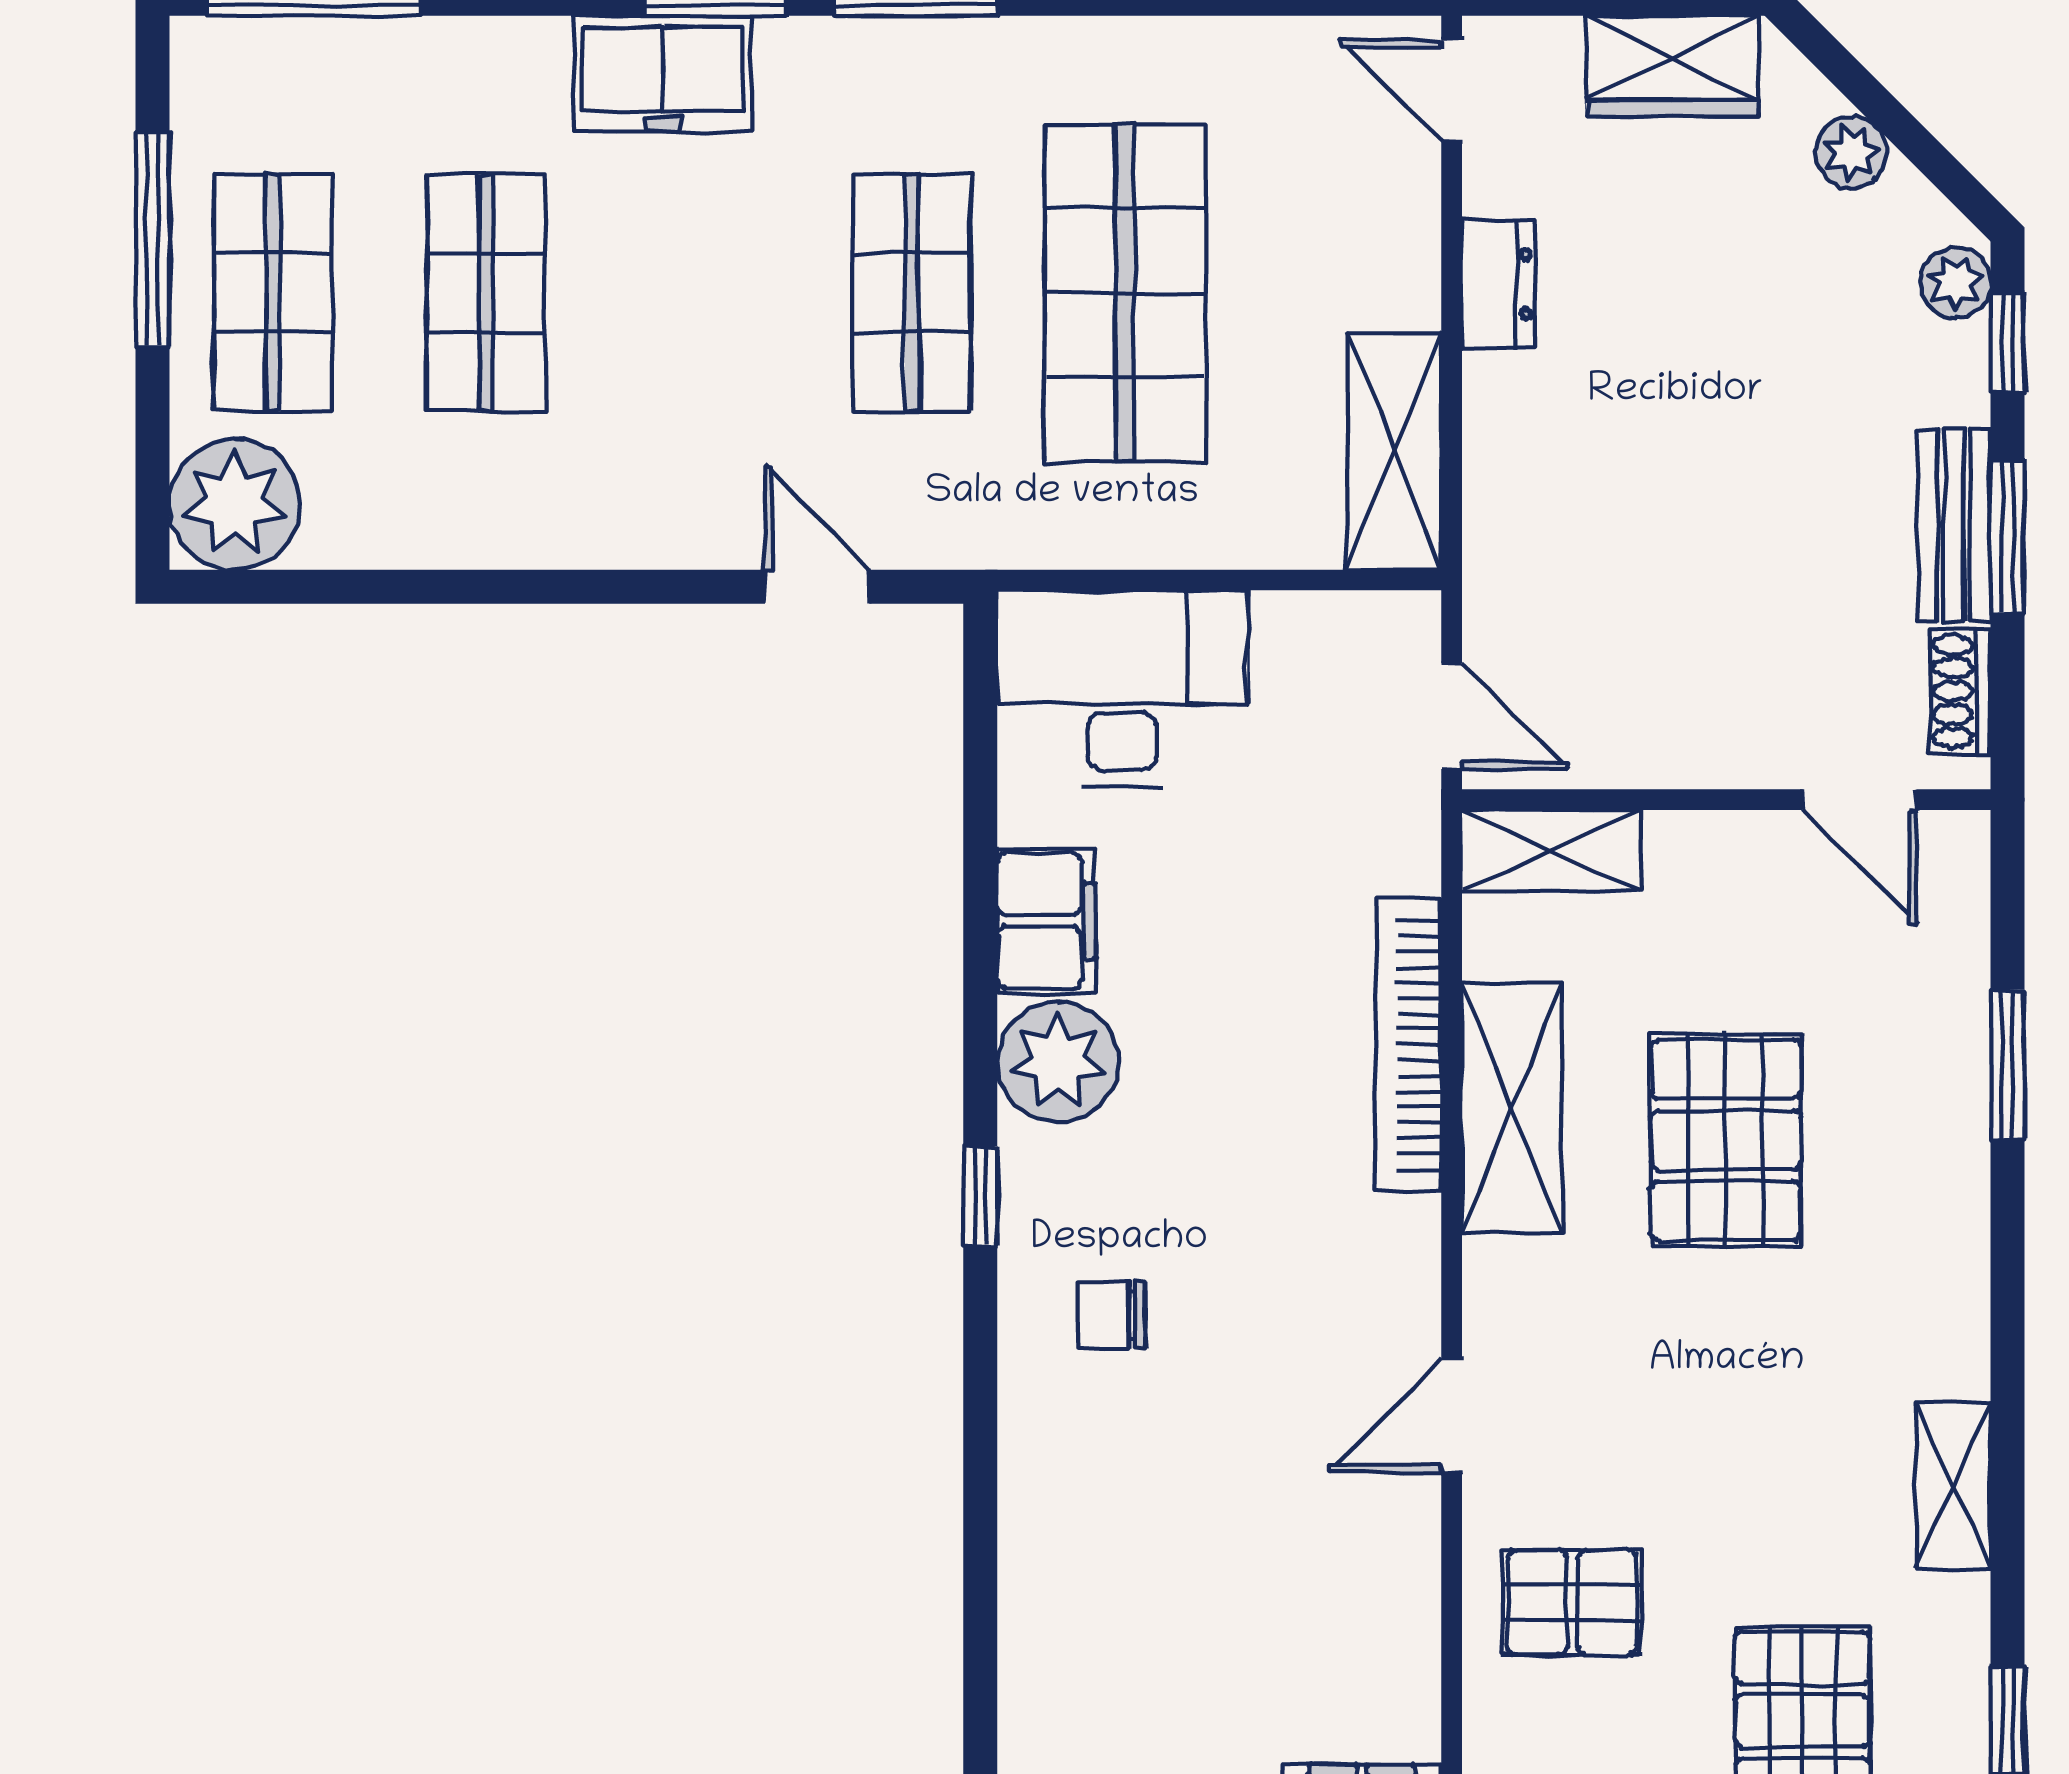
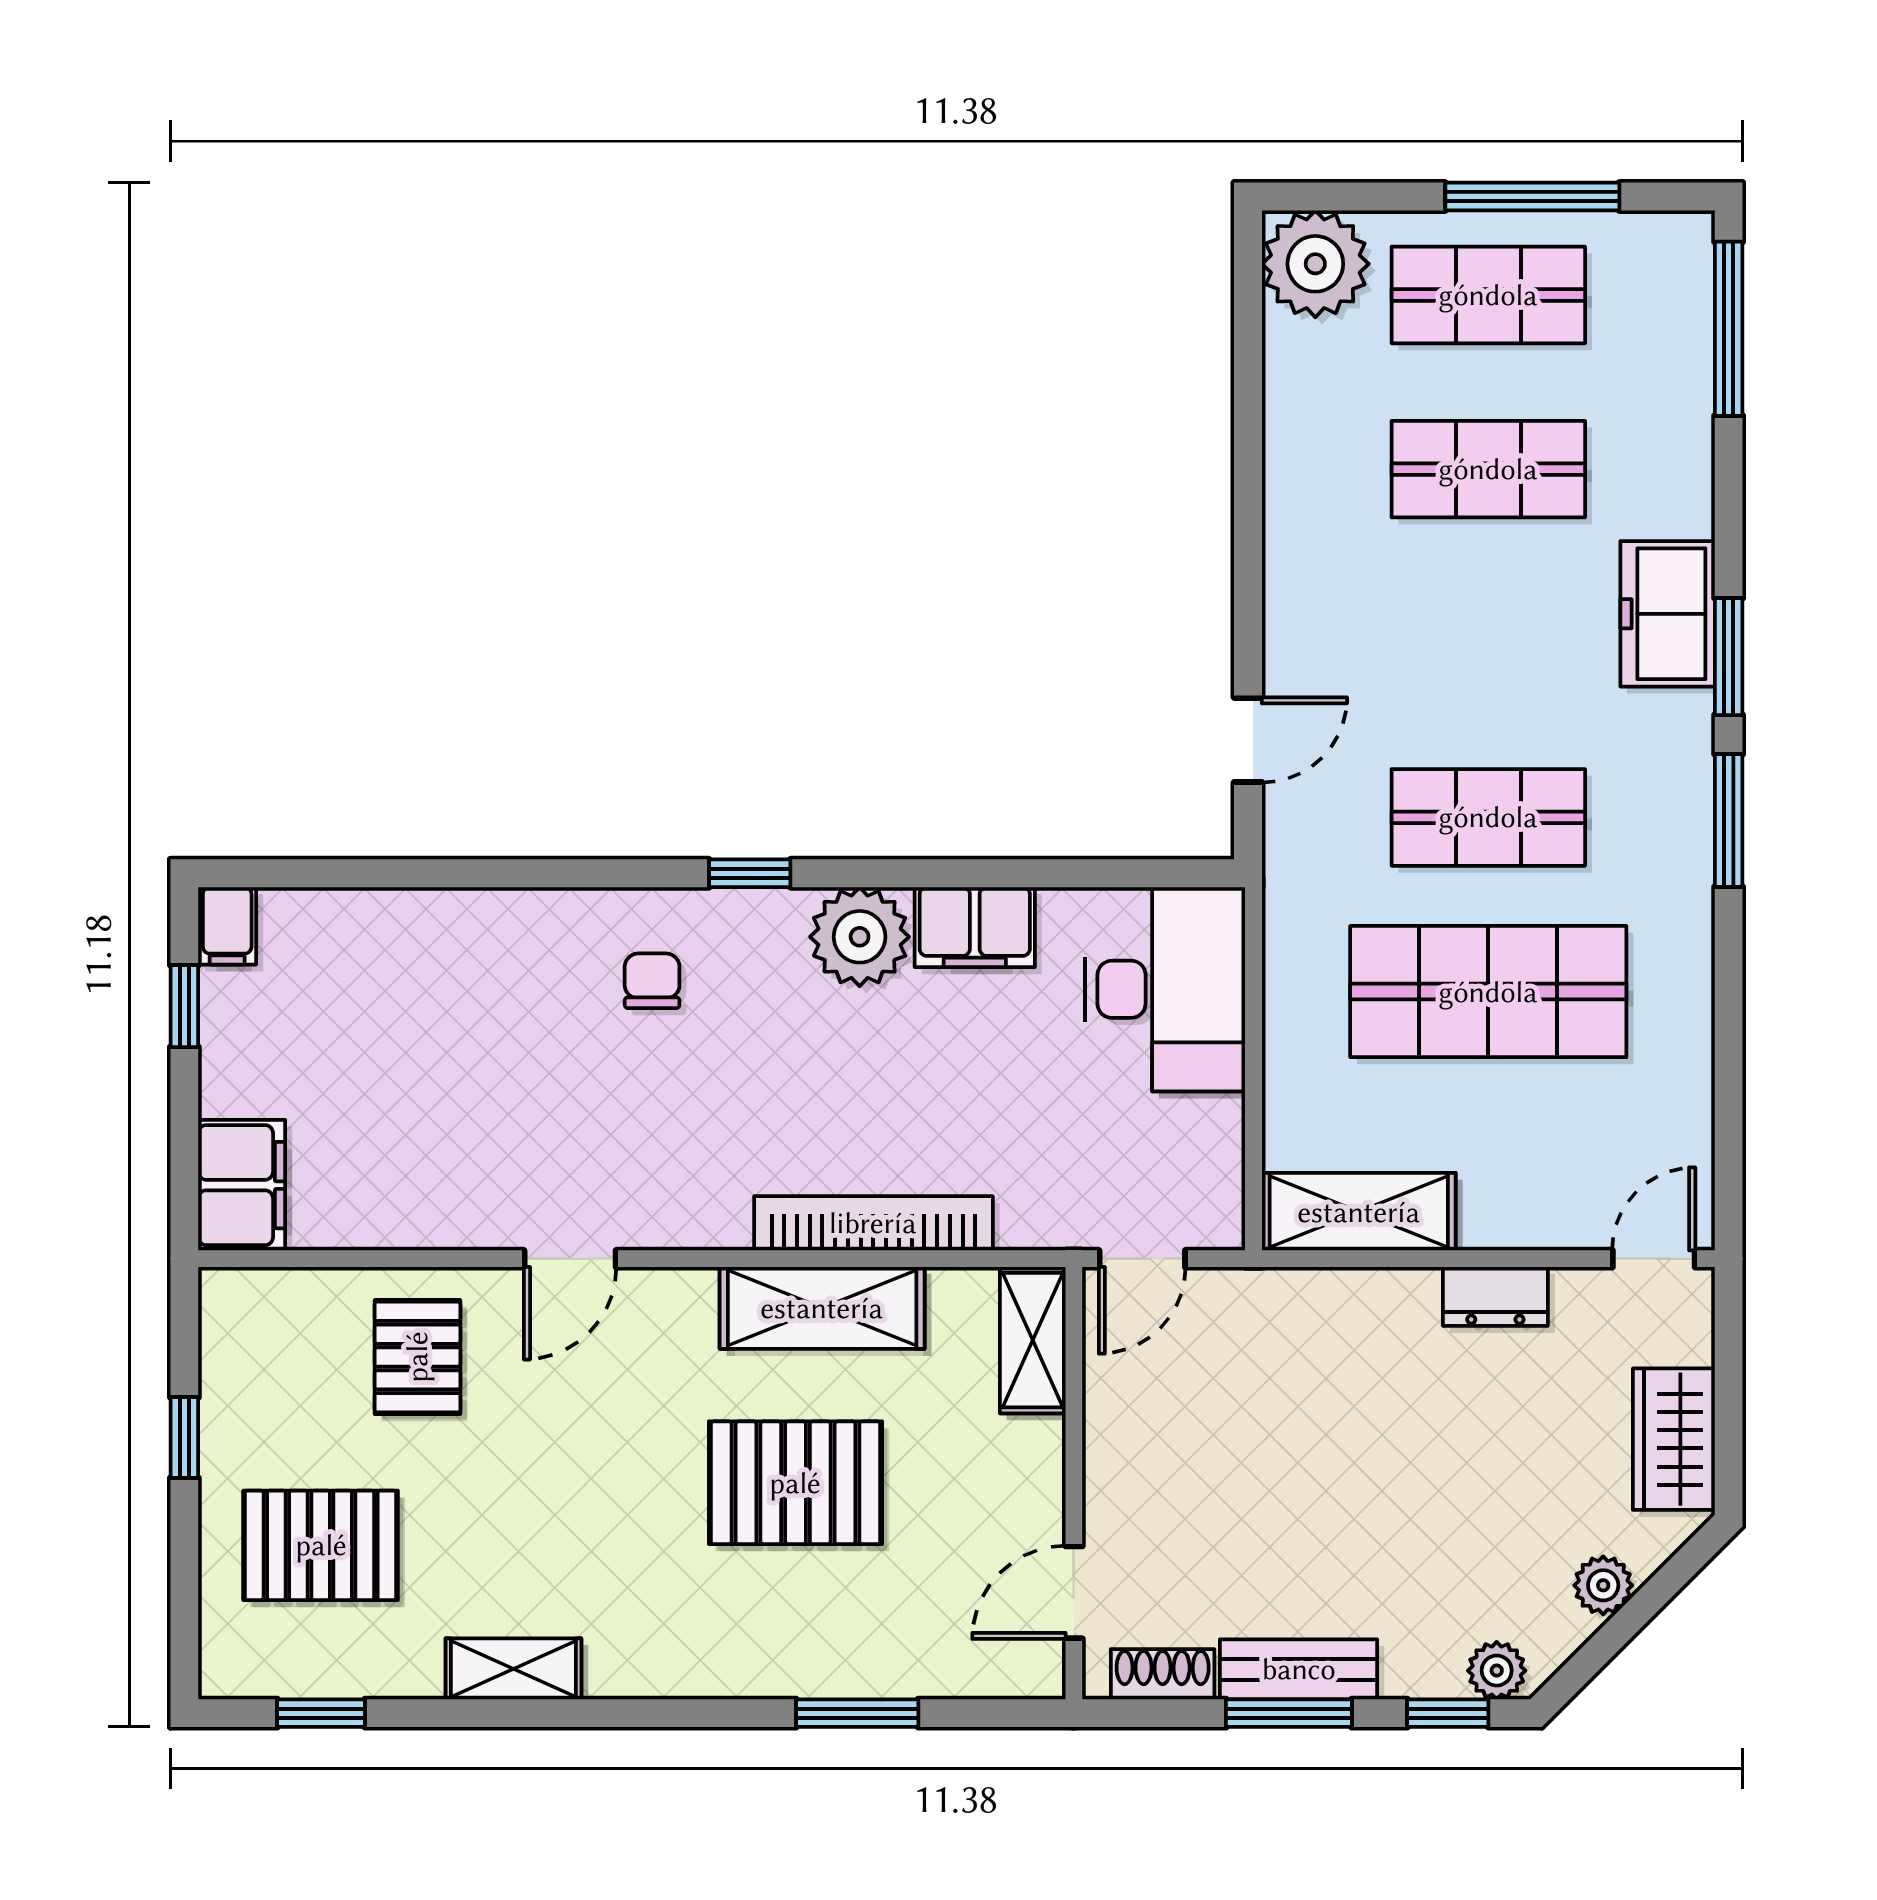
door: (1452, 1416) -> (570, 1259), swing flipped

